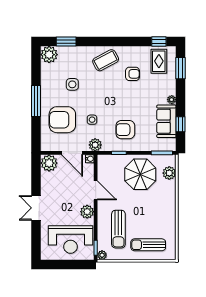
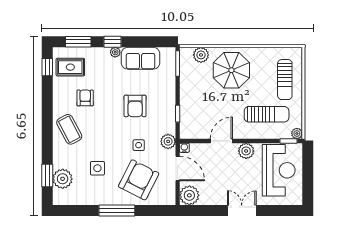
plant: (49, 55) -> (63, 179), moved
armchair: (62, 120) -> (139, 180), turned -153
window: (181, 124) -> (113, 42), moved
armchair: (125, 130) -> (135, 106), moved
door: (72, 153) -> (178, 168), hinge flipped
parasol: (140, 174) -> (231, 70), moved
double door: (36, 208) -> (242, 210), swing flipped

